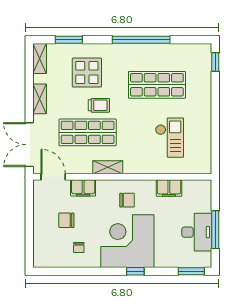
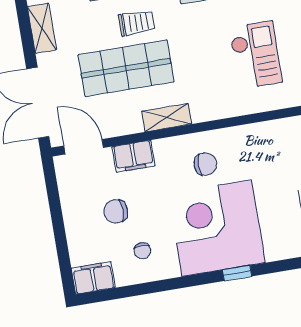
filing cabinet: (169, 188) -> (93, 278), moved, turned 180

